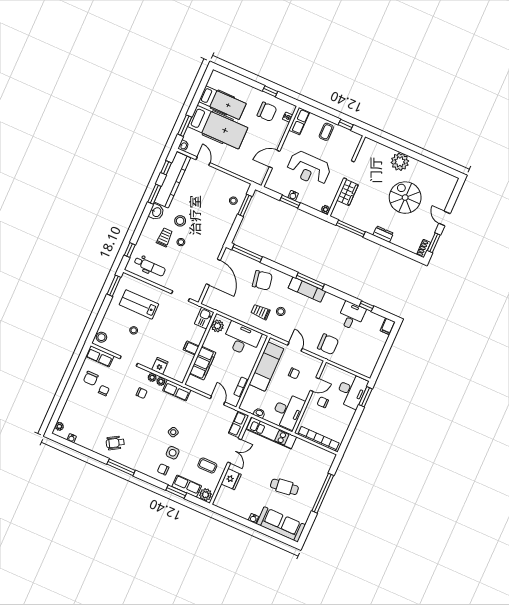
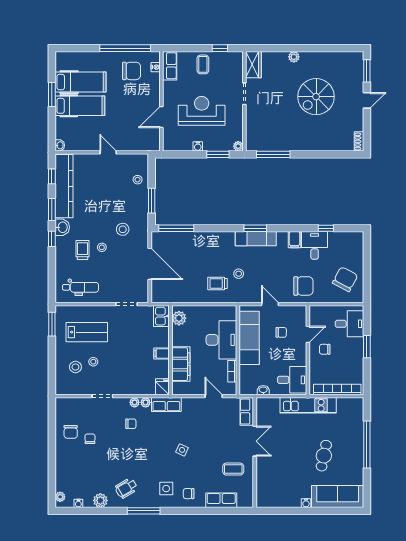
window: (270, 91) -> (125, 48), width x3.17
window: (185, 126) -> (52, 94), moved
hospital bed: (218, 127) -> (80, 106), width x0.73, depth x0.78
door: (203, 161) -> (108, 152), moved
plant: (400, 162) -> (294, 57), width x0.53, depth x0.53
reception desk: (309, 168) -> (202, 111), turned 180
wardrobe: (348, 193) -> (253, 65), moved
spiral stairs: (405, 198) -> (316, 97), turned -90
window: (290, 202) -> (218, 154), moved
window: (245, 205) -> (152, 201), moved
door: (444, 218) -> (367, 100), swing flipped
stool: (180, 221) -> (123, 229), moved
dresser: (383, 234) -> (310, 145), removed
window: (434, 243) -> (367, 71), moved
window: (130, 250) -> (52, 239), moved
chair: (262, 280) -> (345, 279), moved, turned -52
window: (310, 281) -> (255, 228), width x0.69
lab bench: (139, 304) -> (87, 332), turned 180
filing cabinet: (388, 326) -> (295, 240), moved
stool: (101, 337) -> (75, 367), moved
desk: (242, 339) -> (221, 340), moved, turned 90
row of seats: (100, 356) -> (70, 405), removed
fridge: (160, 366) -> (162, 387), moved
desk: (352, 391) -> (350, 324), width x0.73
window: (365, 397) -> (367, 347), moved
desk: (288, 411) -> (292, 380), width x0.73
kitchen unit: (272, 433) -> (308, 405), moved
side table: (173, 453) -> (166, 489), moved
fridge: (231, 479) -> (265, 472), removed
cafe table: (284, 487) -> (324, 456), turned -71
window: (176, 492) -> (213, 511), removed
plant: (205, 495) -> (100, 500), moved

